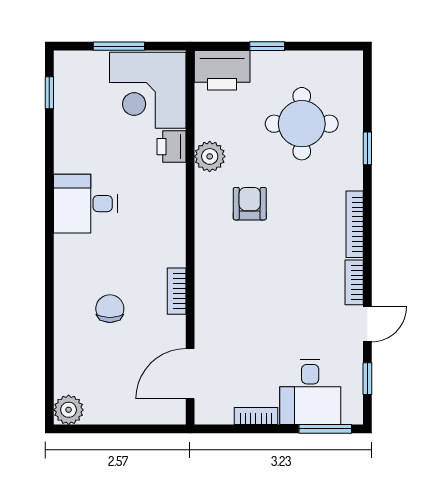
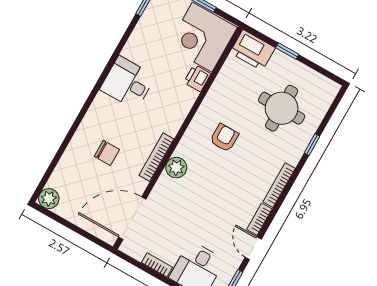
plant: (210, 156) -> (176, 168), moved
bookcase: (177, 291) -> (156, 157), width x1.56
chair: (110, 309) -> (107, 153), turned 90
door: (367, 324) -> (253, 248), swing flipped
door: (190, 374) -> (132, 218), width x1.36

